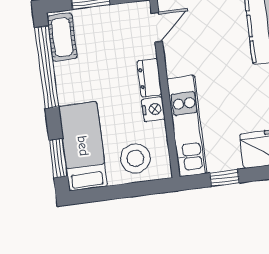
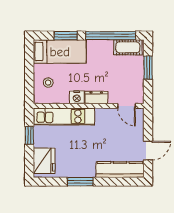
window: (58, 158) -> (66, 36), moved
stool: (135, 158) -> (48, 83), width x0.53, depth x0.53

